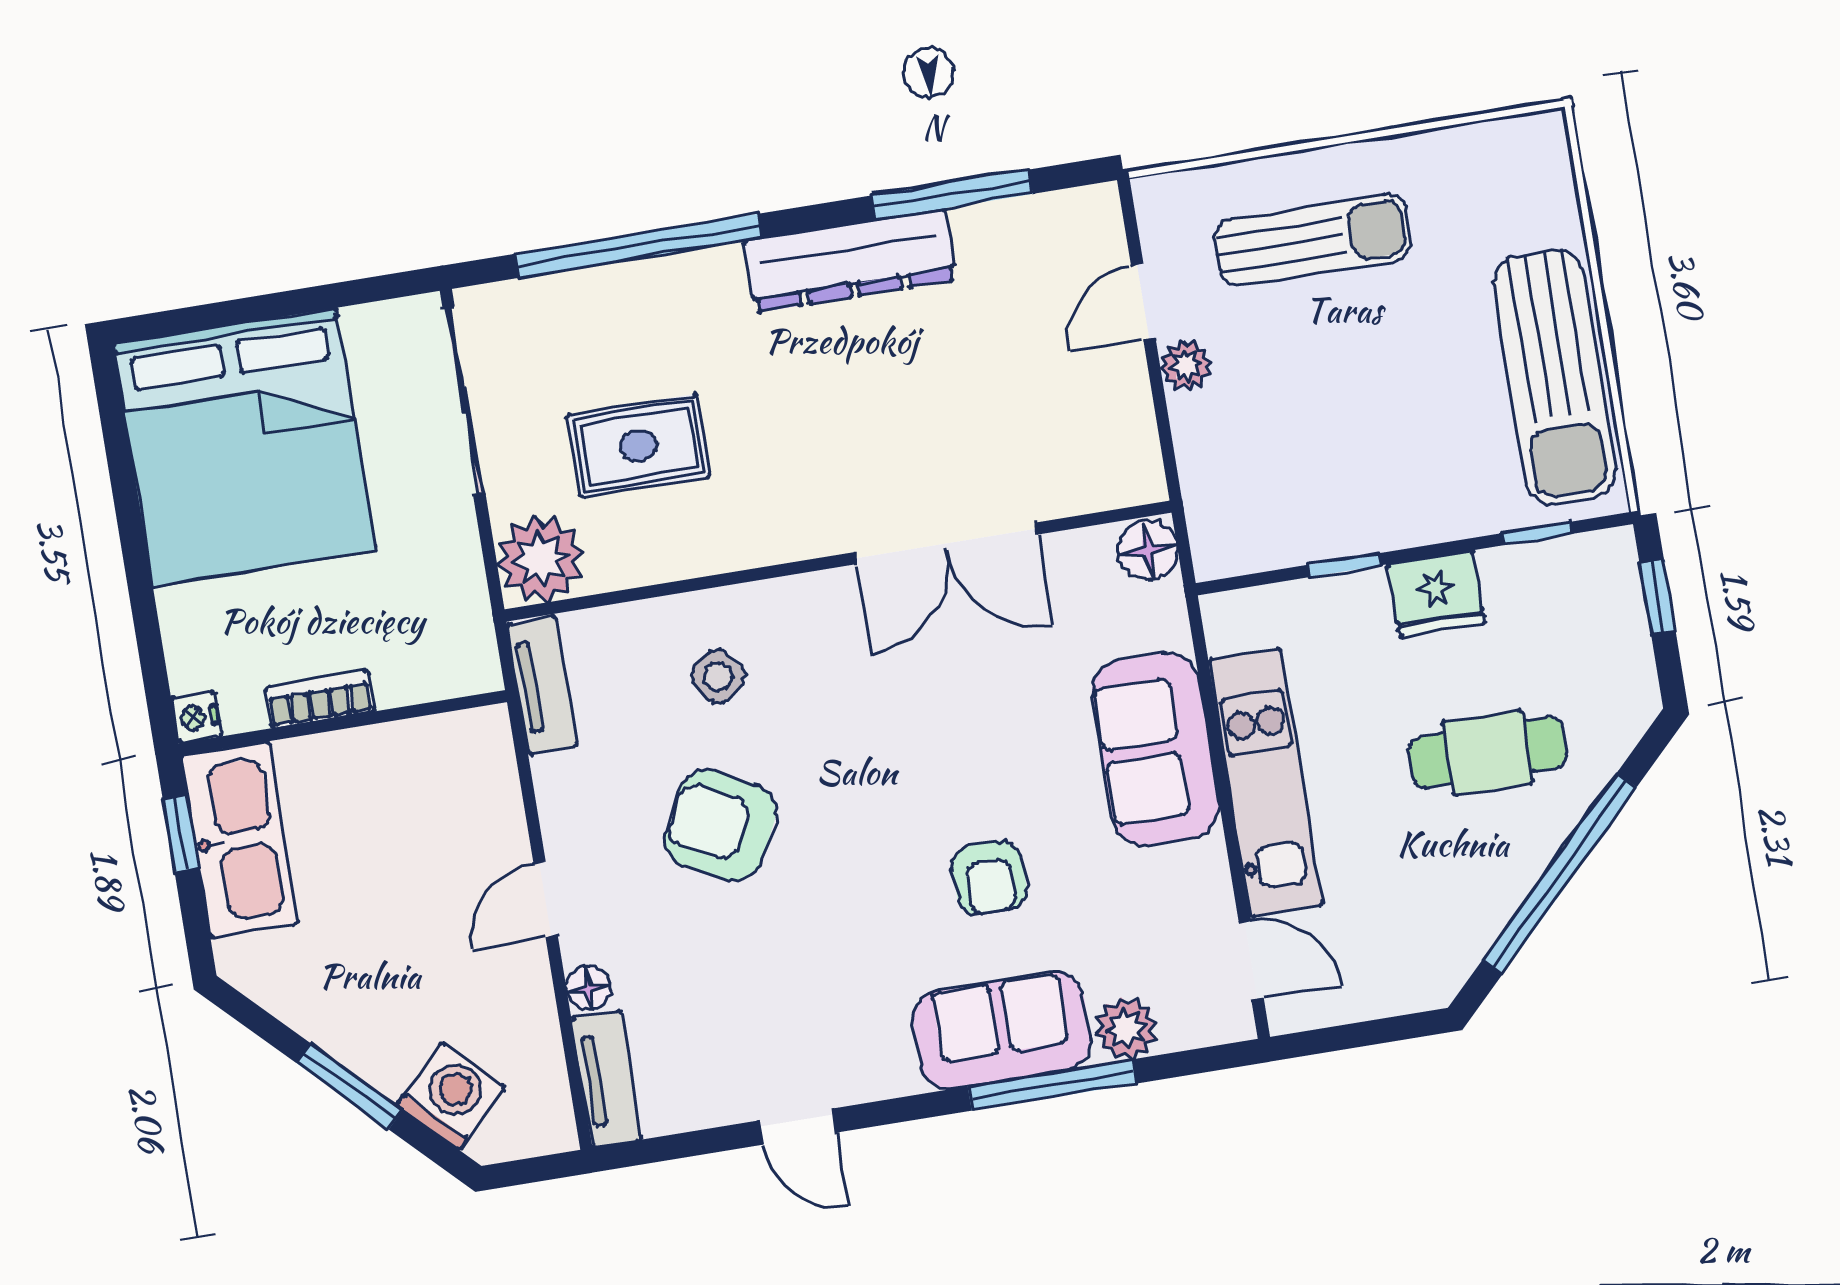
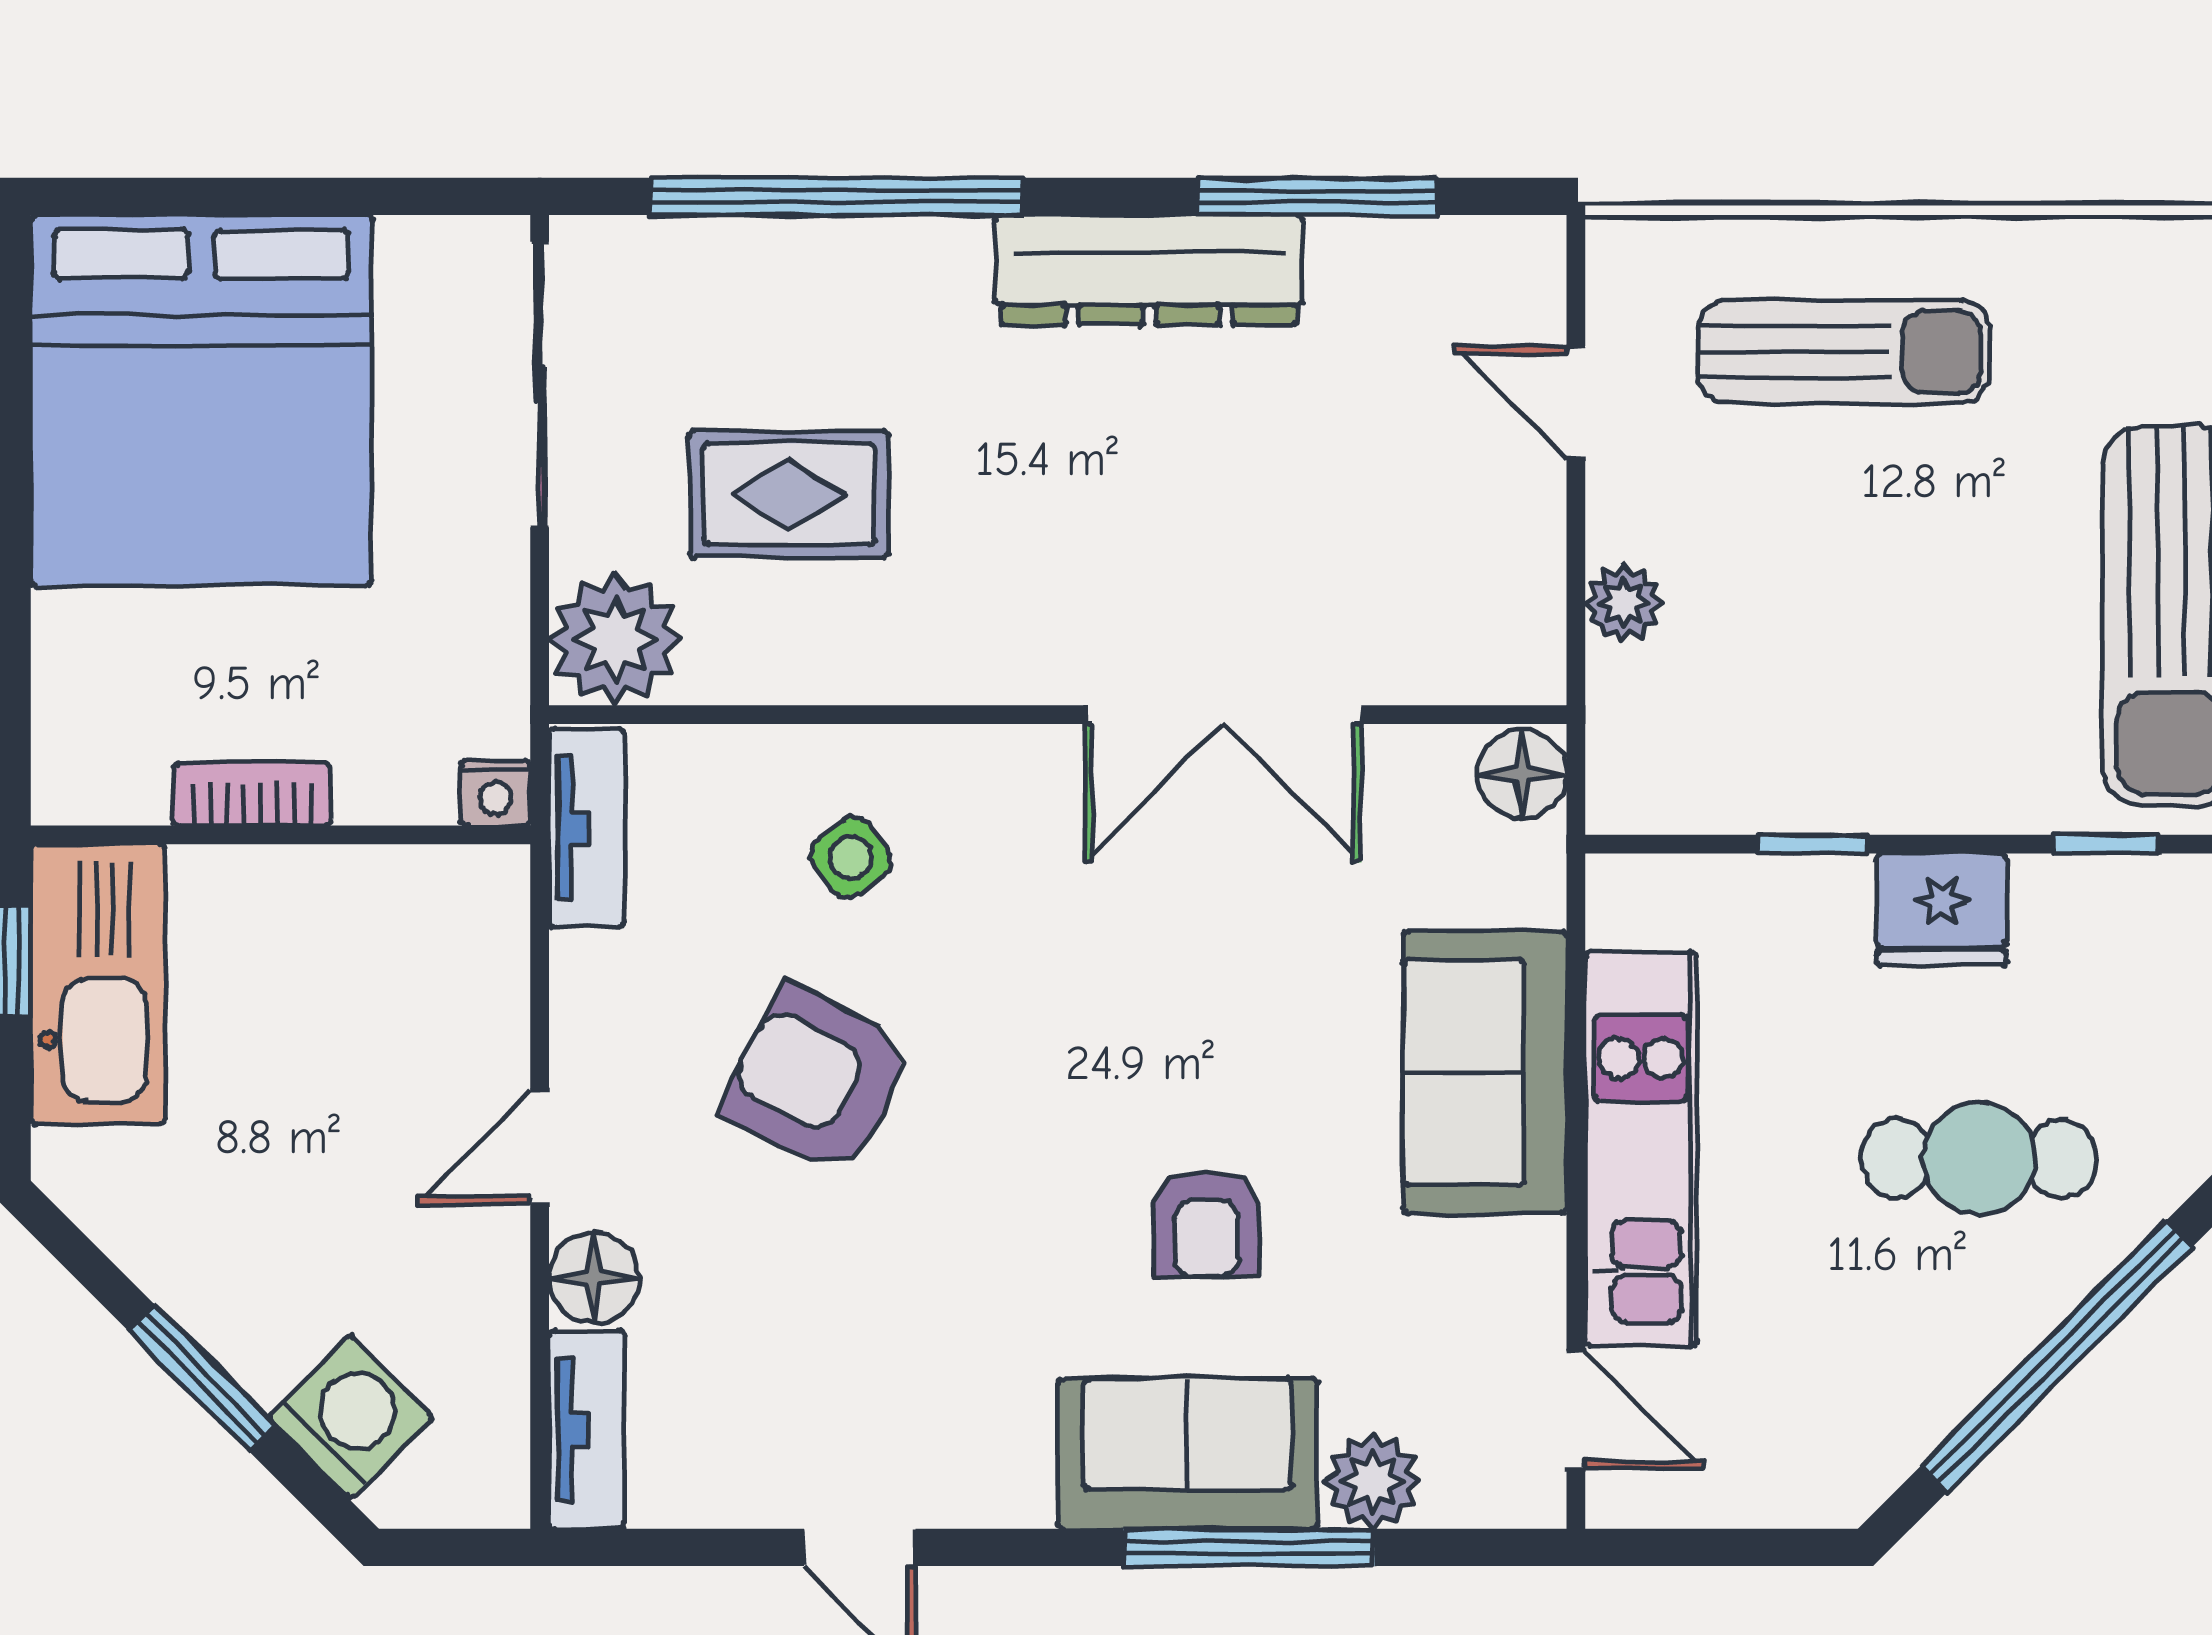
door: (1143, 302) -> (1576, 403), hinge flipped
plant: (1186, 365) -> (1623, 603), moved
nightstand: (196, 717) -> (496, 793), moved, turned -90
floor lamp: (589, 988) -> (594, 1278), width x1.37, depth x1.37

